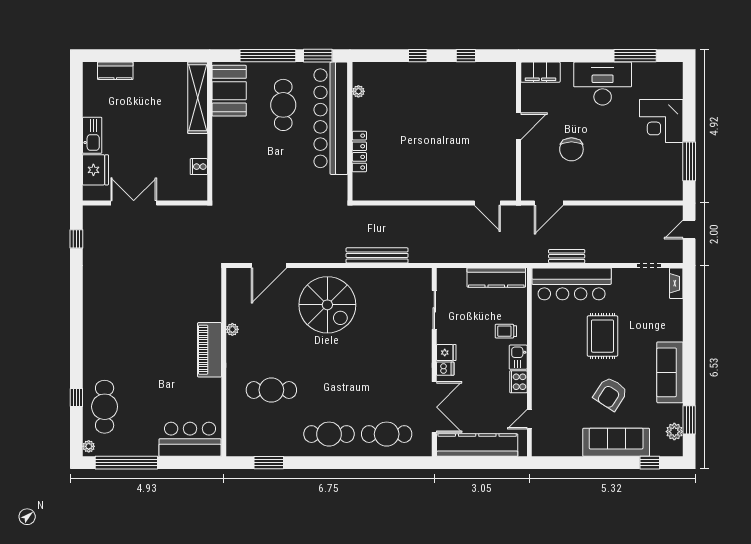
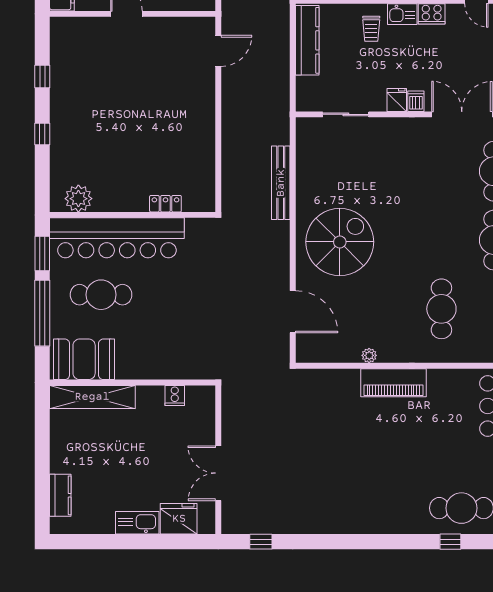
plant: (358, 91) -> (78, 199), width x1.87, depth x1.87
locker: (359, 152) -> (165, 204), width x0.66

